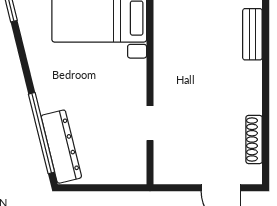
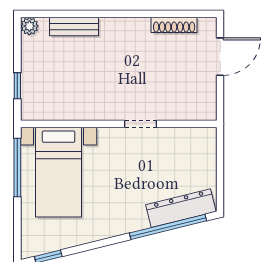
doorway: (150, 123) -> (141, 124), moved

